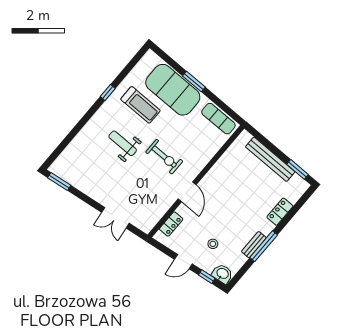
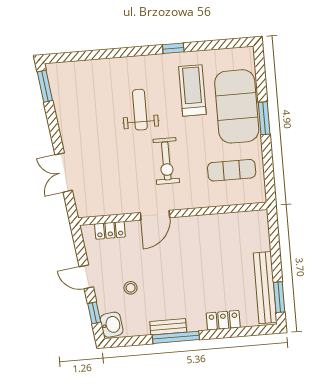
treadmill: (140, 105) -> (192, 90), turned 180
exercise mat: (218, 119) -> (232, 170), moved, turned 90
bench: (270, 159) -> (265, 288), moved

